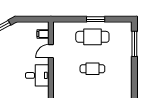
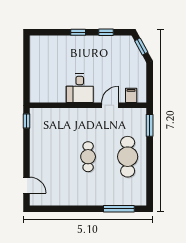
window: (96, 19) -> (150, 125), moved
door: (51, 51) -> (110, 105), hinge flipped

